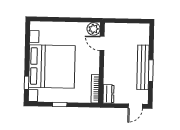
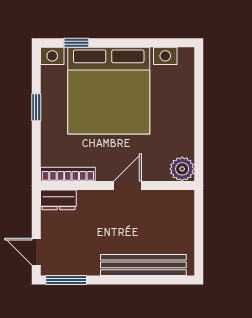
door: (102, 43) -> (128, 186), moved
bench: (143, 67) -> (143, 265), moved
window: (151, 71) -> (66, 280), moved

